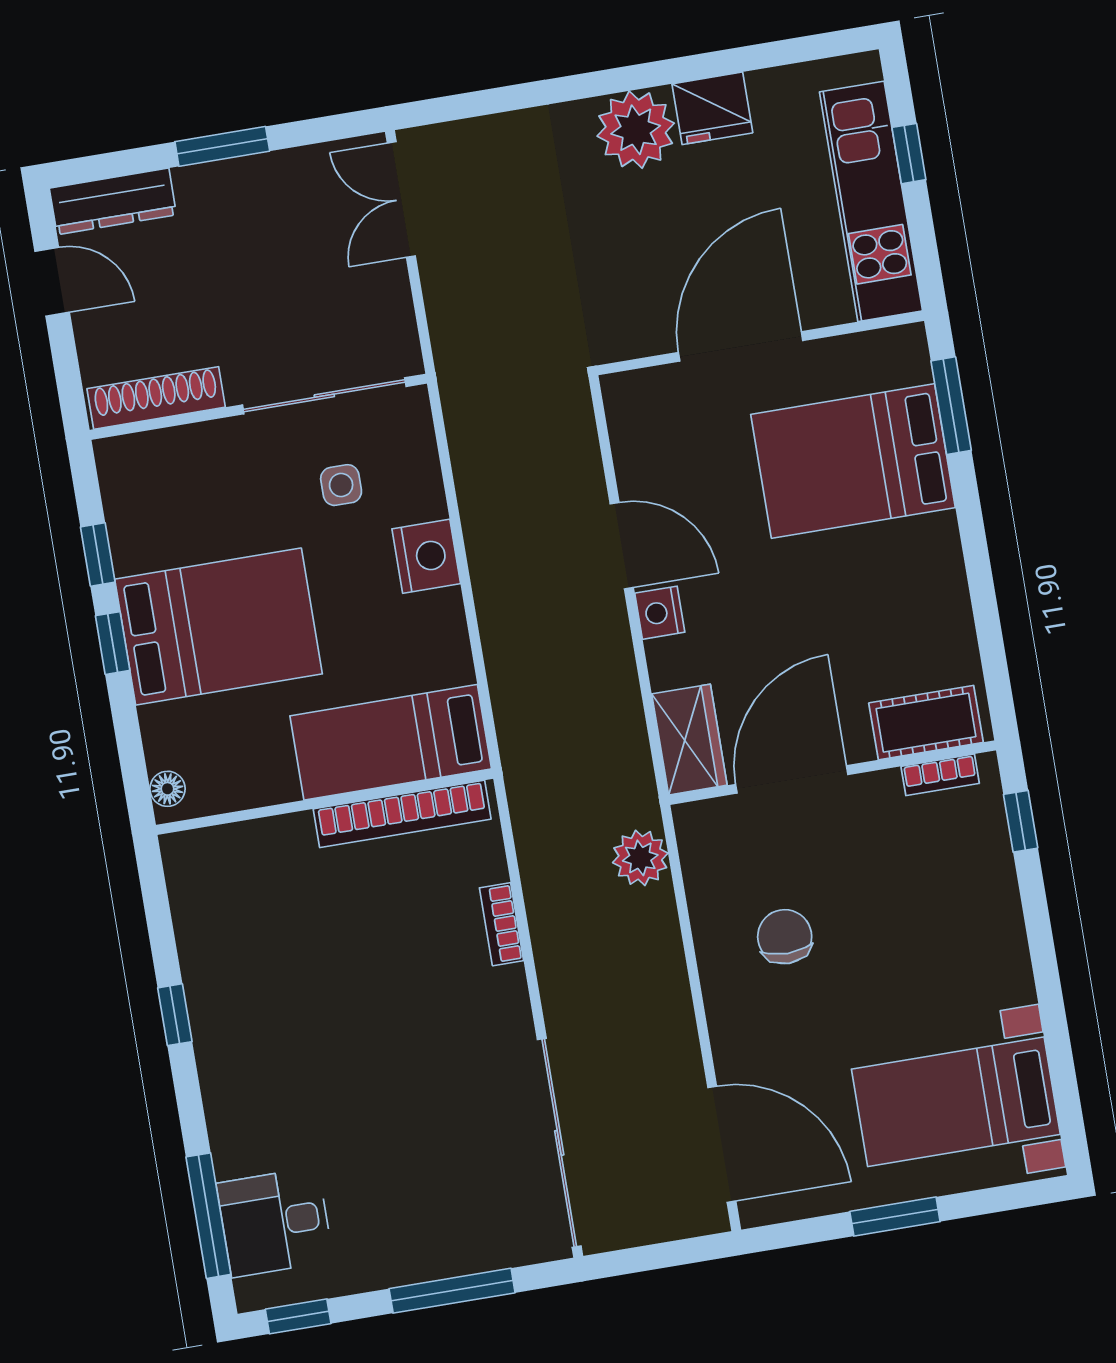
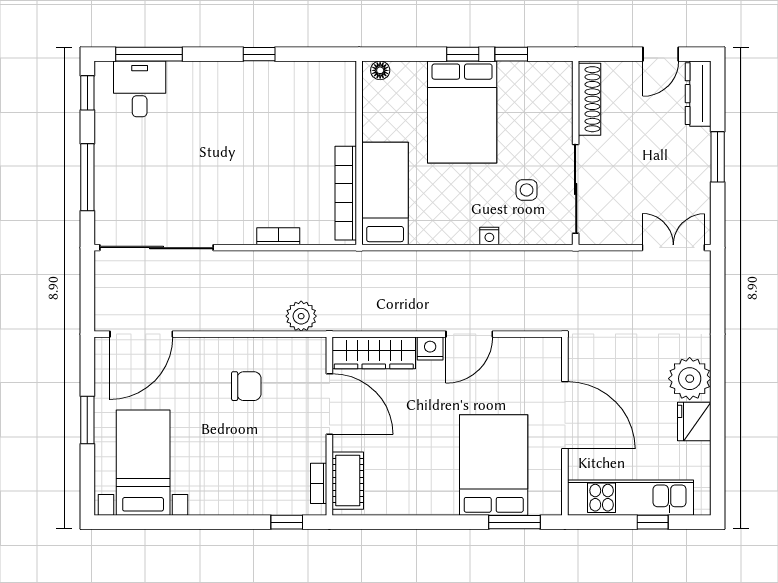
nightstand: (426, 556) -> (489, 236), width x0.53, depth x0.56
wardrobe: (689, 740) -> (374, 353), width x1.50

